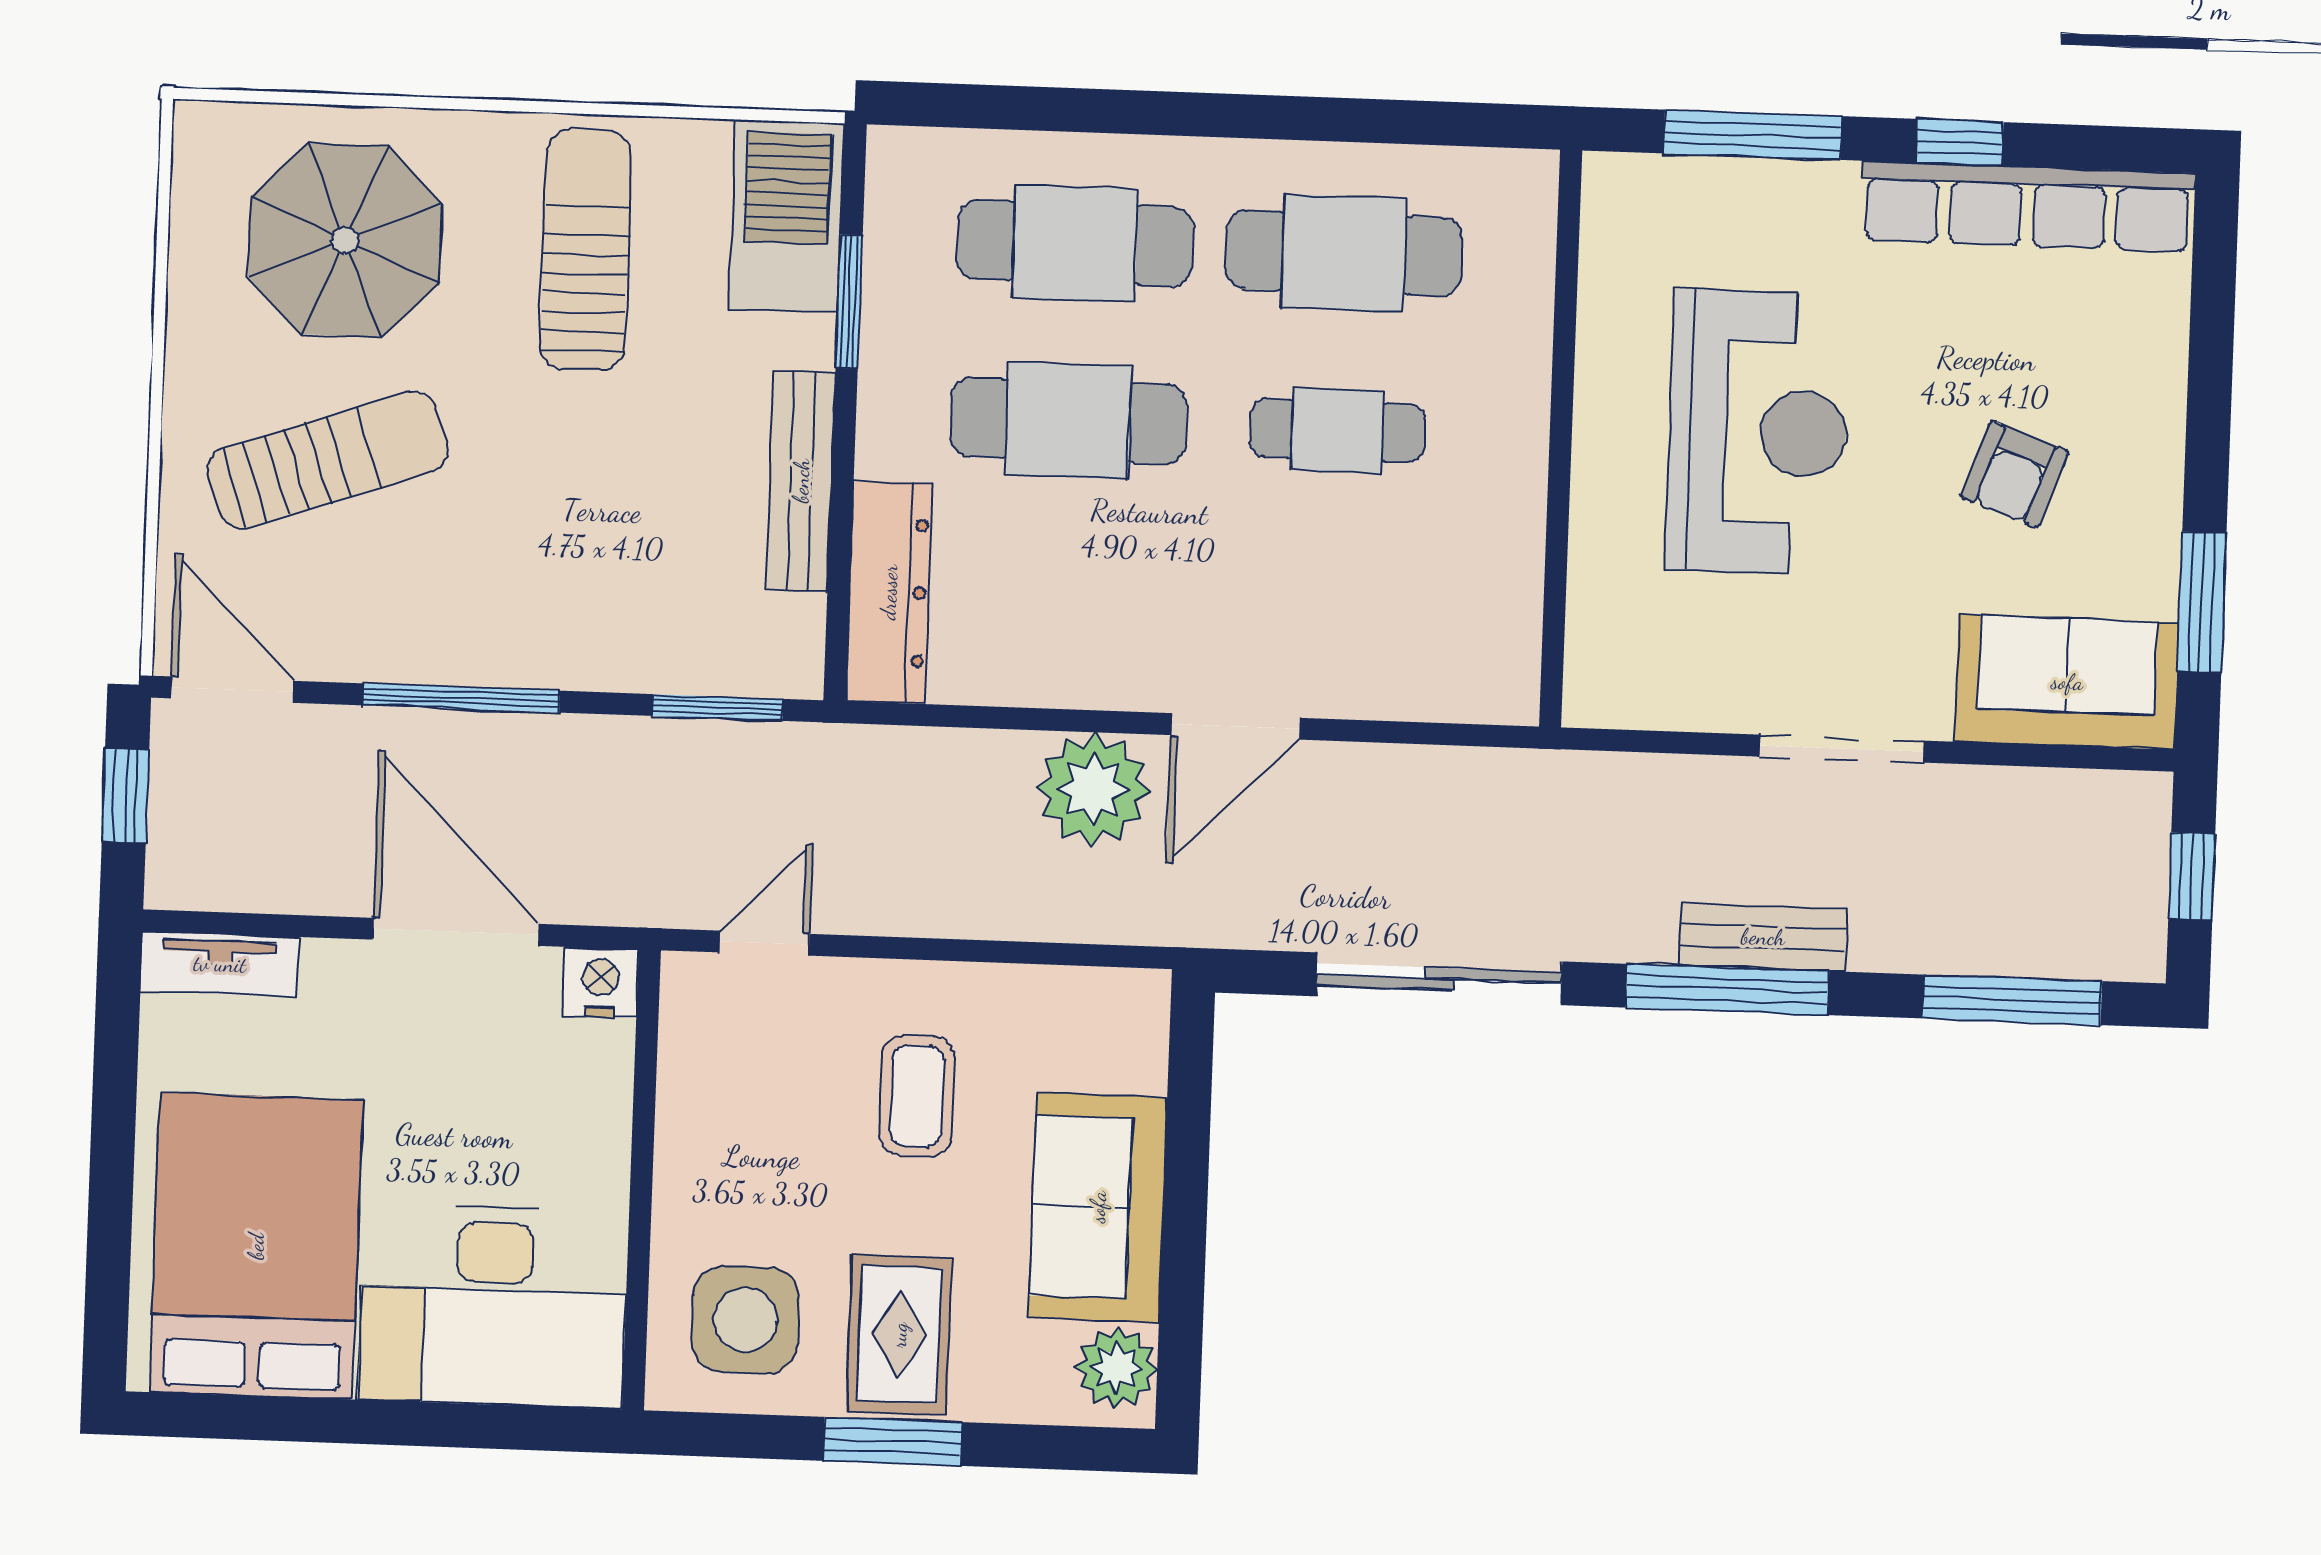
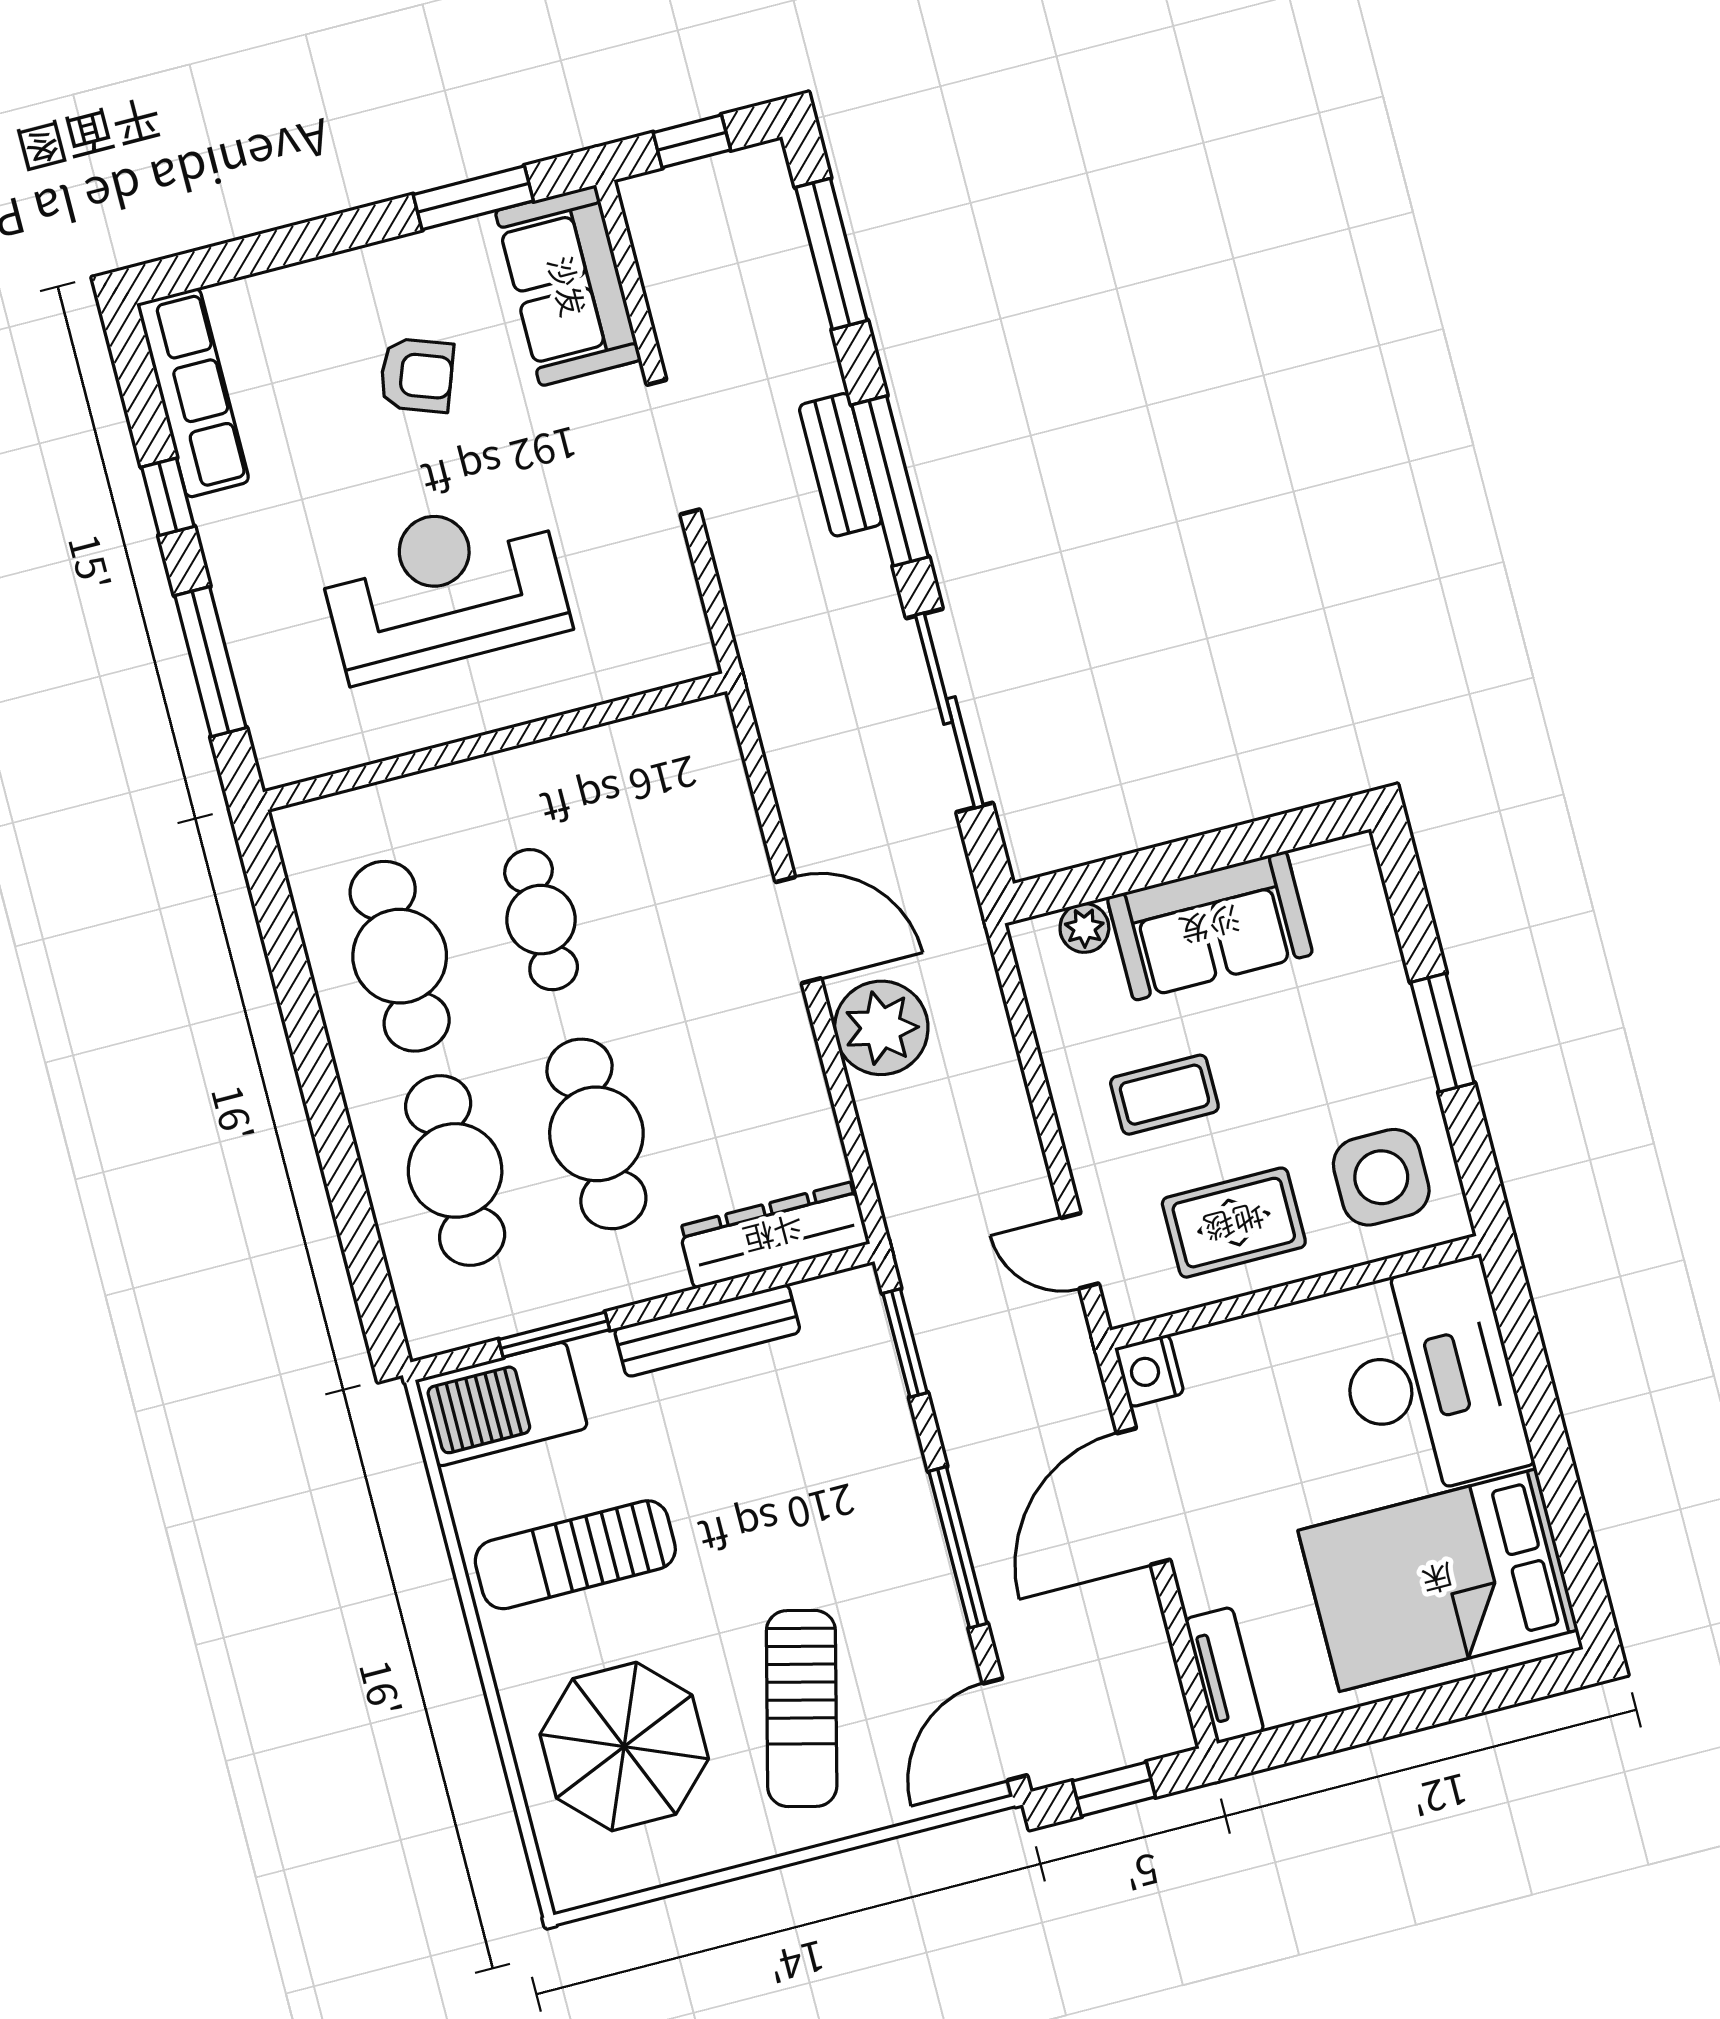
row of seats: (2028, 206) -> (193, 393), width x0.73
sun lounger: (328, 460) -> (802, 1709), turned -147
rug: (899, 1335) -> (1234, 1223), moved
plant: (1117, 1368) -> (1084, 928), moved, width x0.73, depth x0.73

